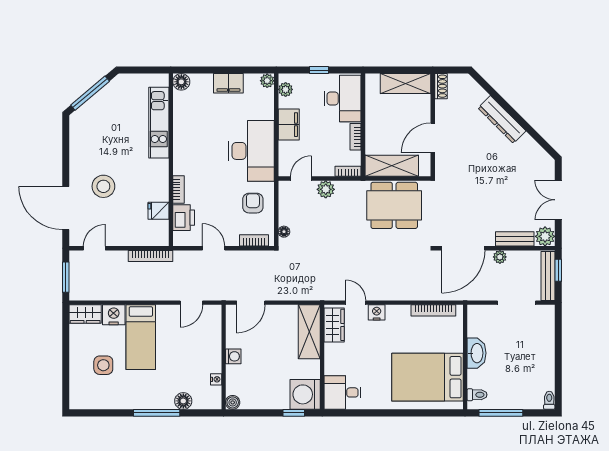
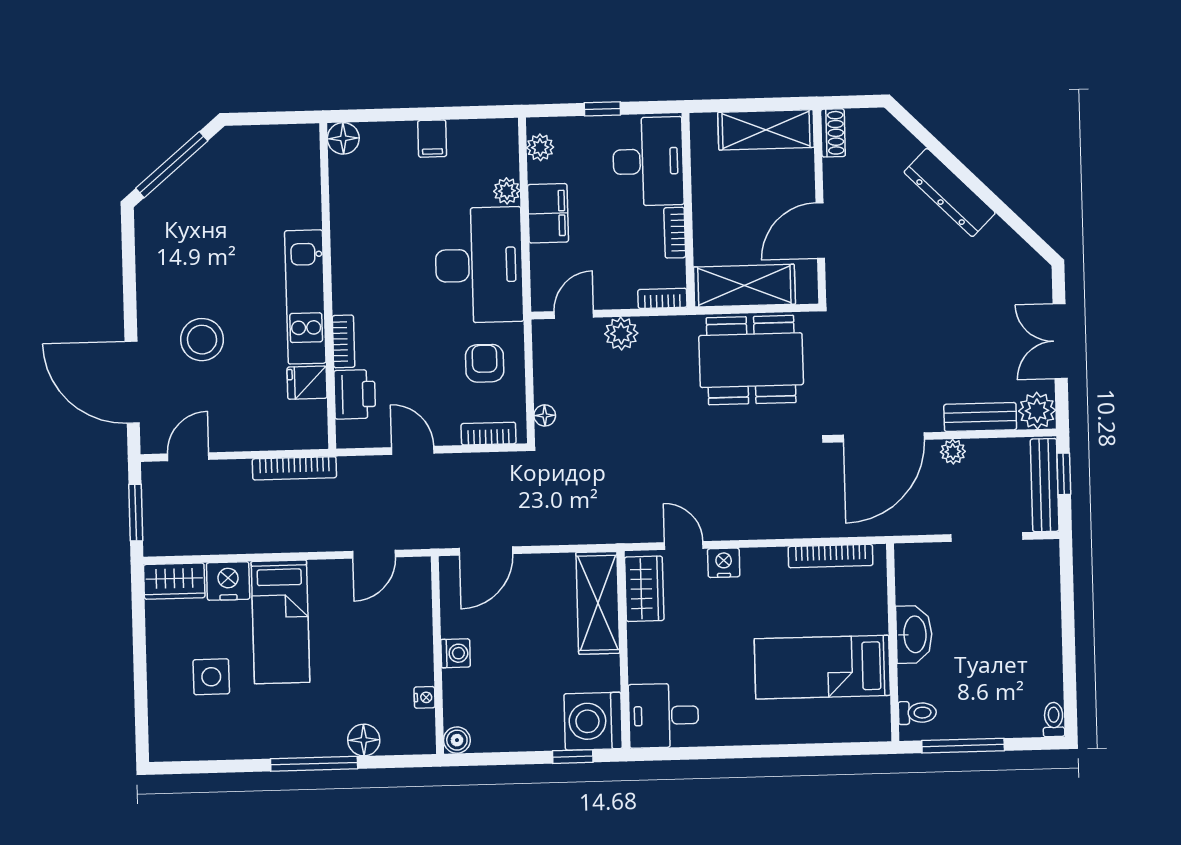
plant: (267, 81) -> (507, 191), moved
filing cabinet: (228, 83) -> (432, 139), width x0.50
kitchen unit: (159, 123) -> (305, 297), moved
bed: (427, 377) -> (822, 667), width x0.67

